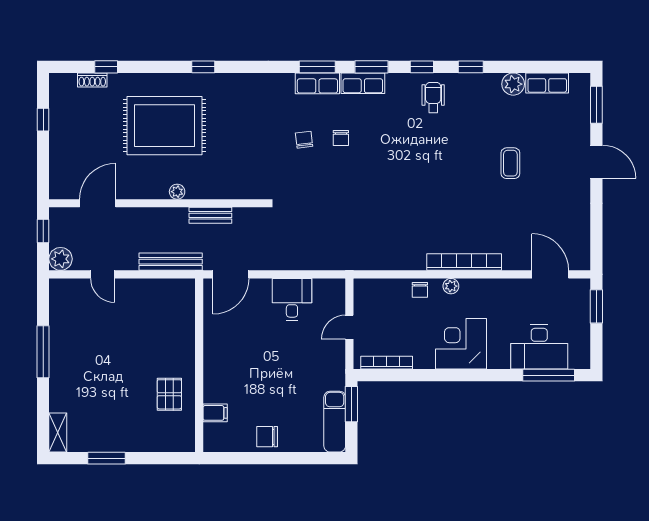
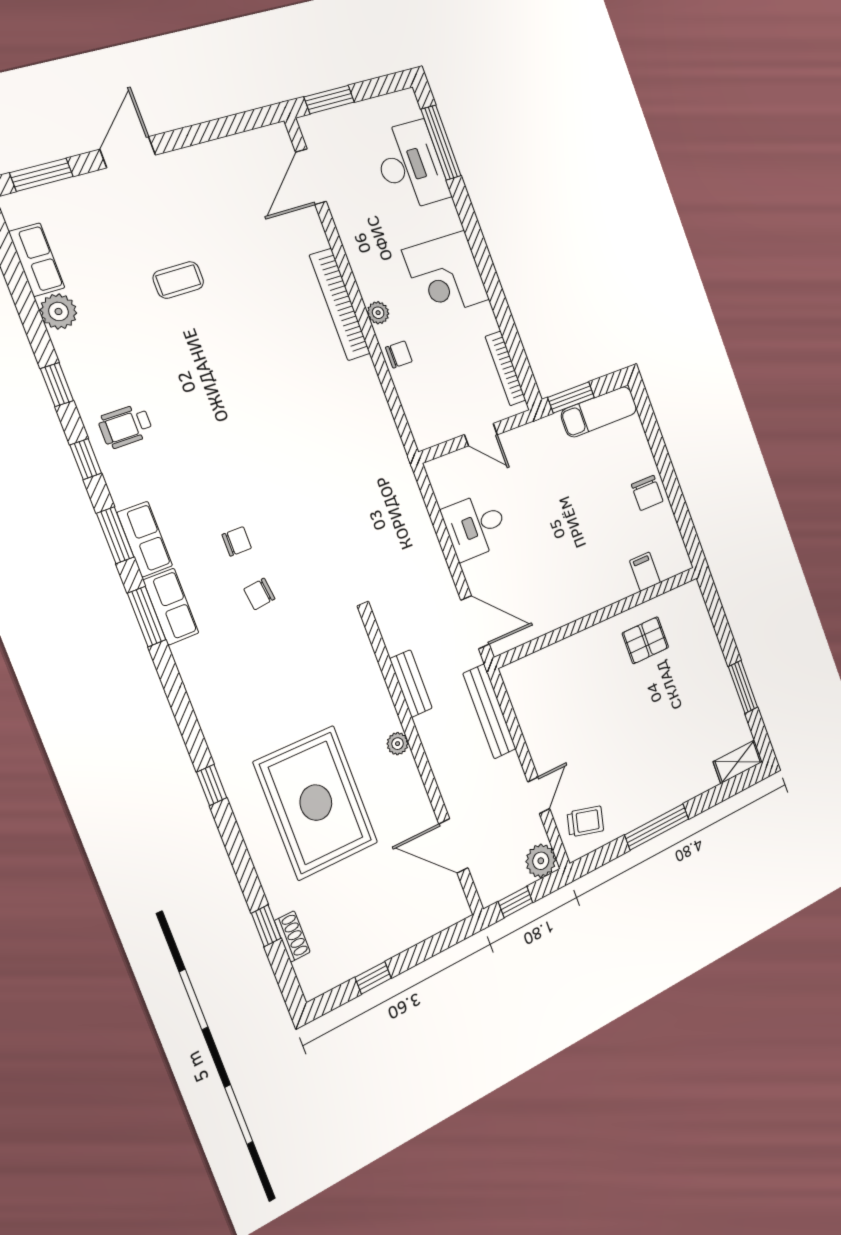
trolley: (71, 301) -> (585, 821), added

